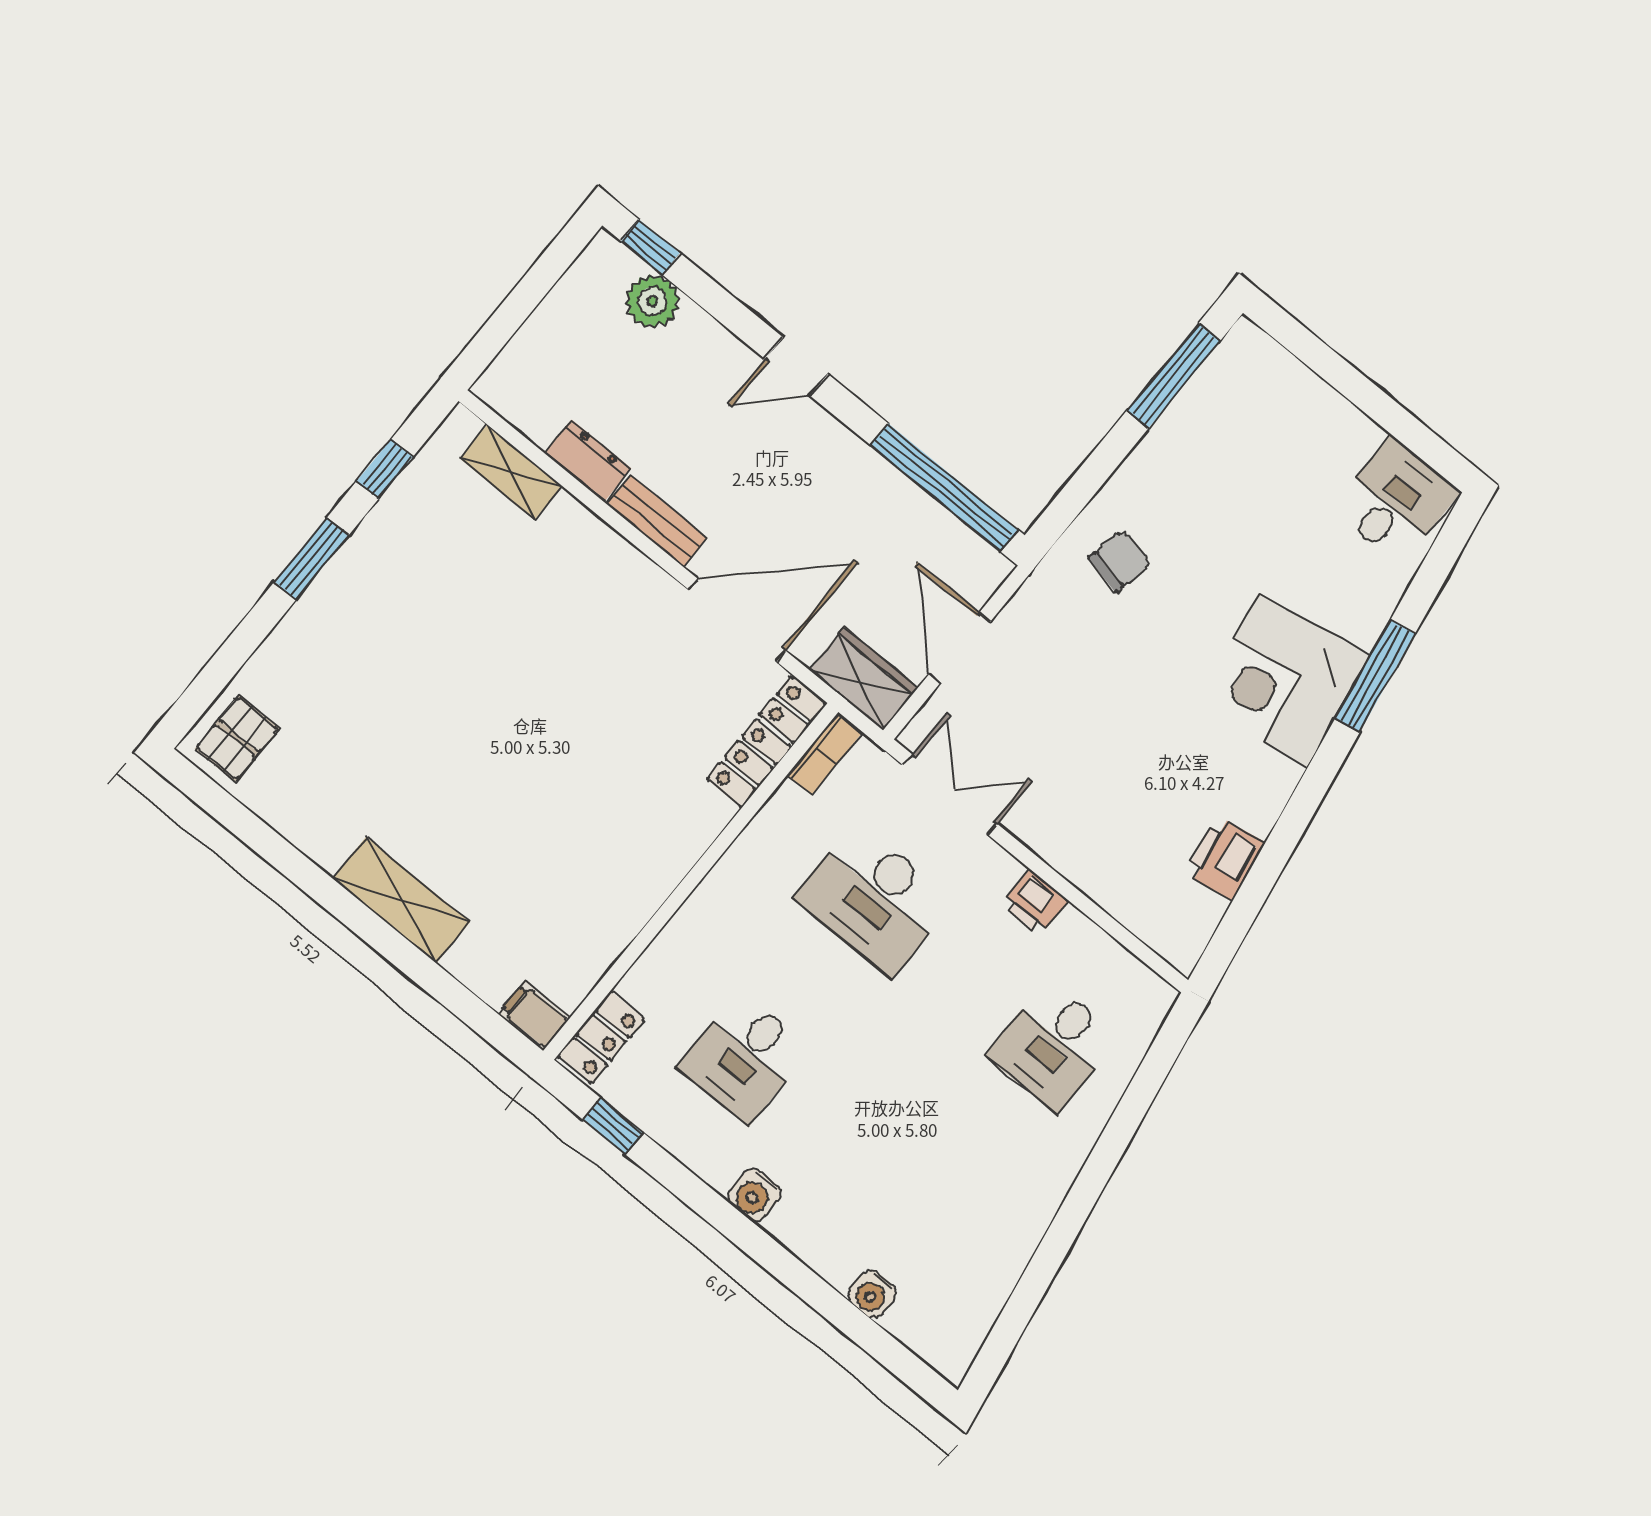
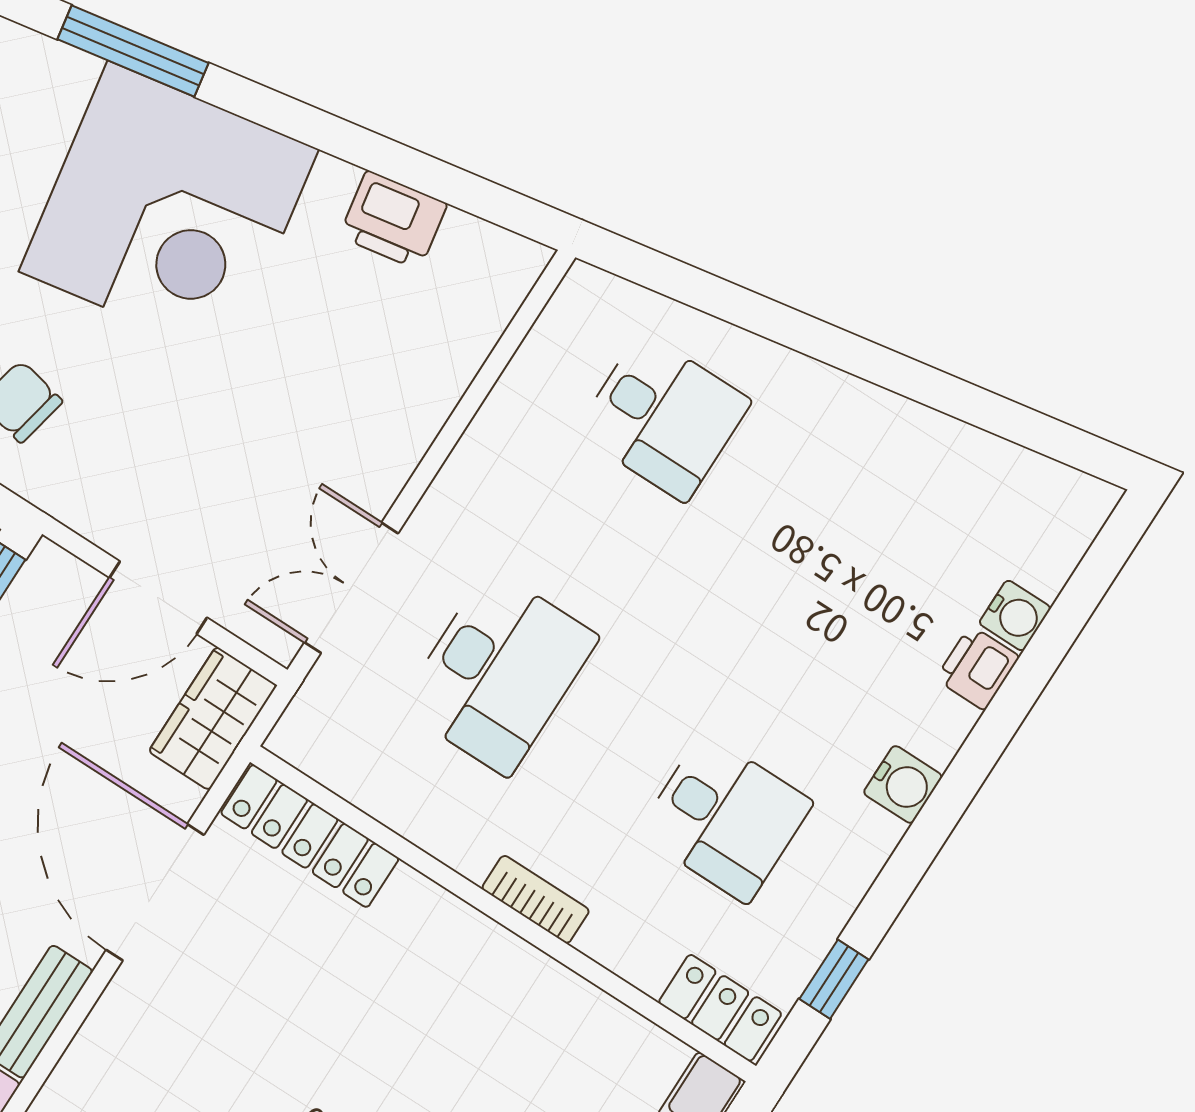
corner desk: (1283, 680) -> (169, 210), width x1.36, depth x1.36
bookcase: (824, 754) -> (536, 899), moved
printer: (1035, 902) -> (977, 668), moved, turned 180

